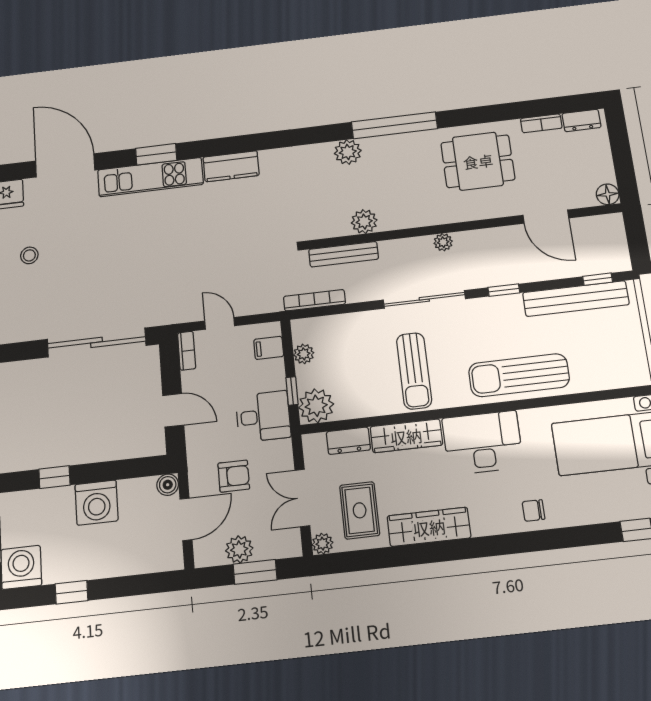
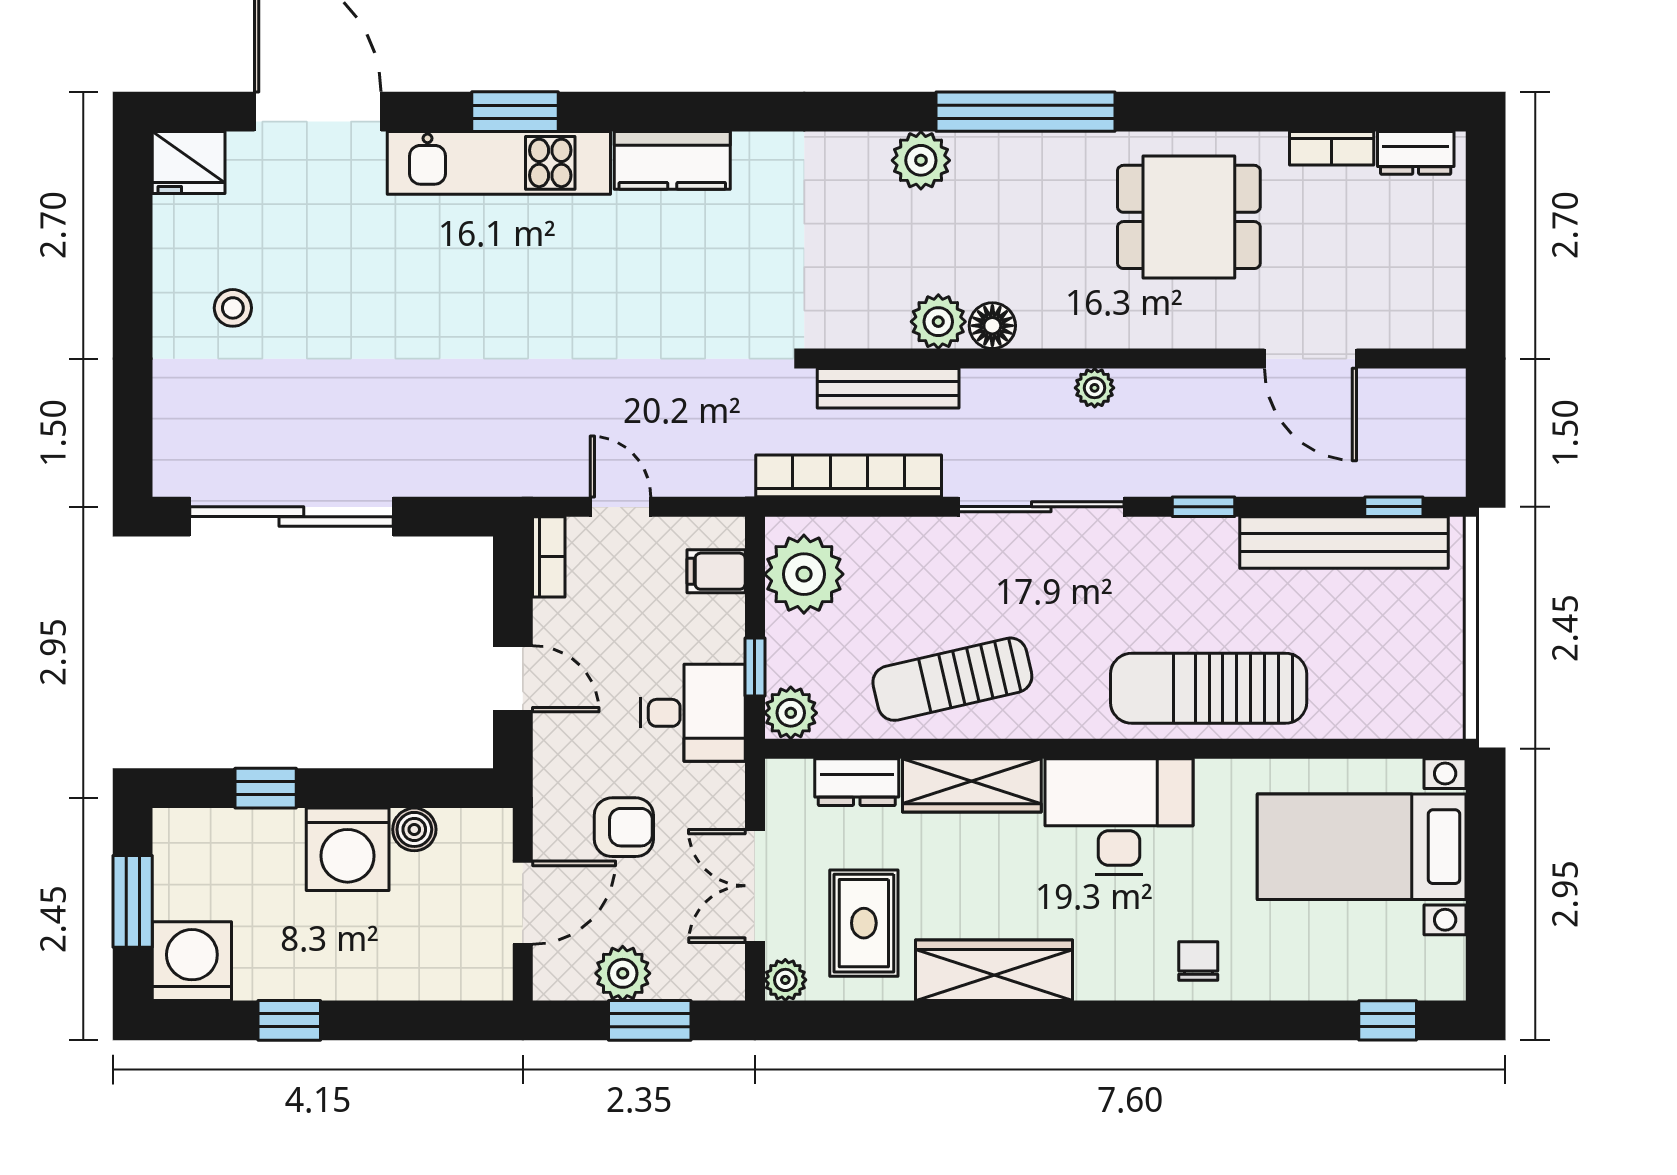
floor lamp: (608, 194) -> (992, 326), moved
bookcase: (314, 300) -> (849, 476), width x1.48, depth x1.31
sliding door: (97, 342) -> (291, 517), moved
plant: (304, 354) -> (804, 574), width x1.87, depth x1.87
sun lounger: (414, 371) -> (952, 679), moved, turned 77
plant: (316, 406) -> (791, 713), width x0.73, depth x0.73
boiler: (168, 485) -> (414, 829), moved
chair: (533, 510) -> (1198, 961), turned 90

